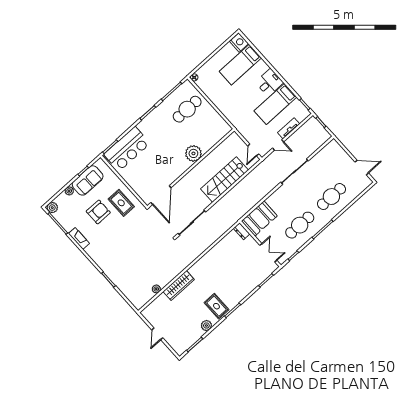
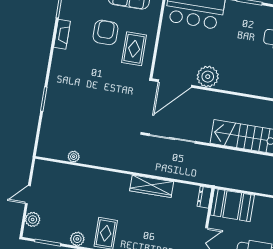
plant: (193, 153) -> (208, 77), moved
armchair: (98, 212) -> (105, 32), turned -90
wardrobe: (179, 286) -> (152, 186), moved
plant: (174, 343) -> (33, 219), added

